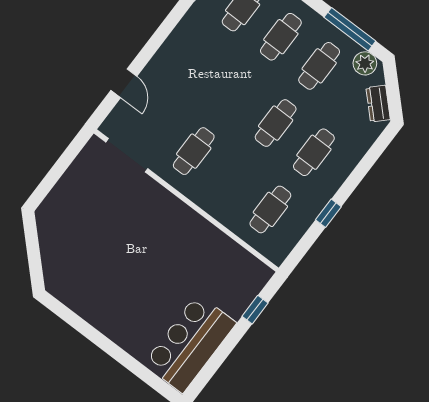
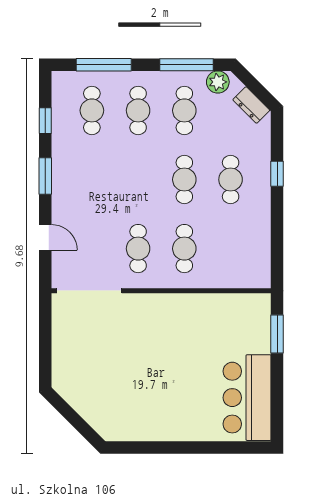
window: (163, 32) -> (45, 176), added
doorway: (127, 155) -> (89, 291), width x1.36
cafe table: (270, 209) -> (184, 249), moved
window: (328, 213) -> (277, 174), moved
window: (255, 310) -> (277, 334), width x1.50

